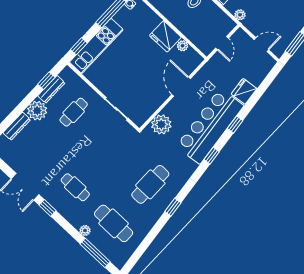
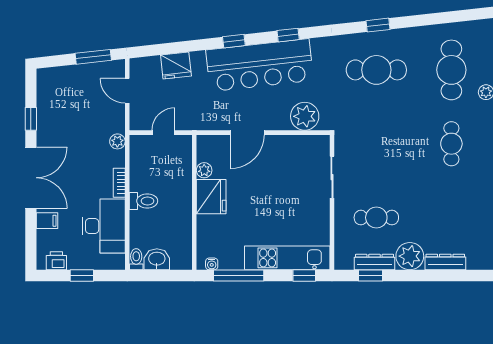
fridge: (244, 91) -> (176, 65), moved

